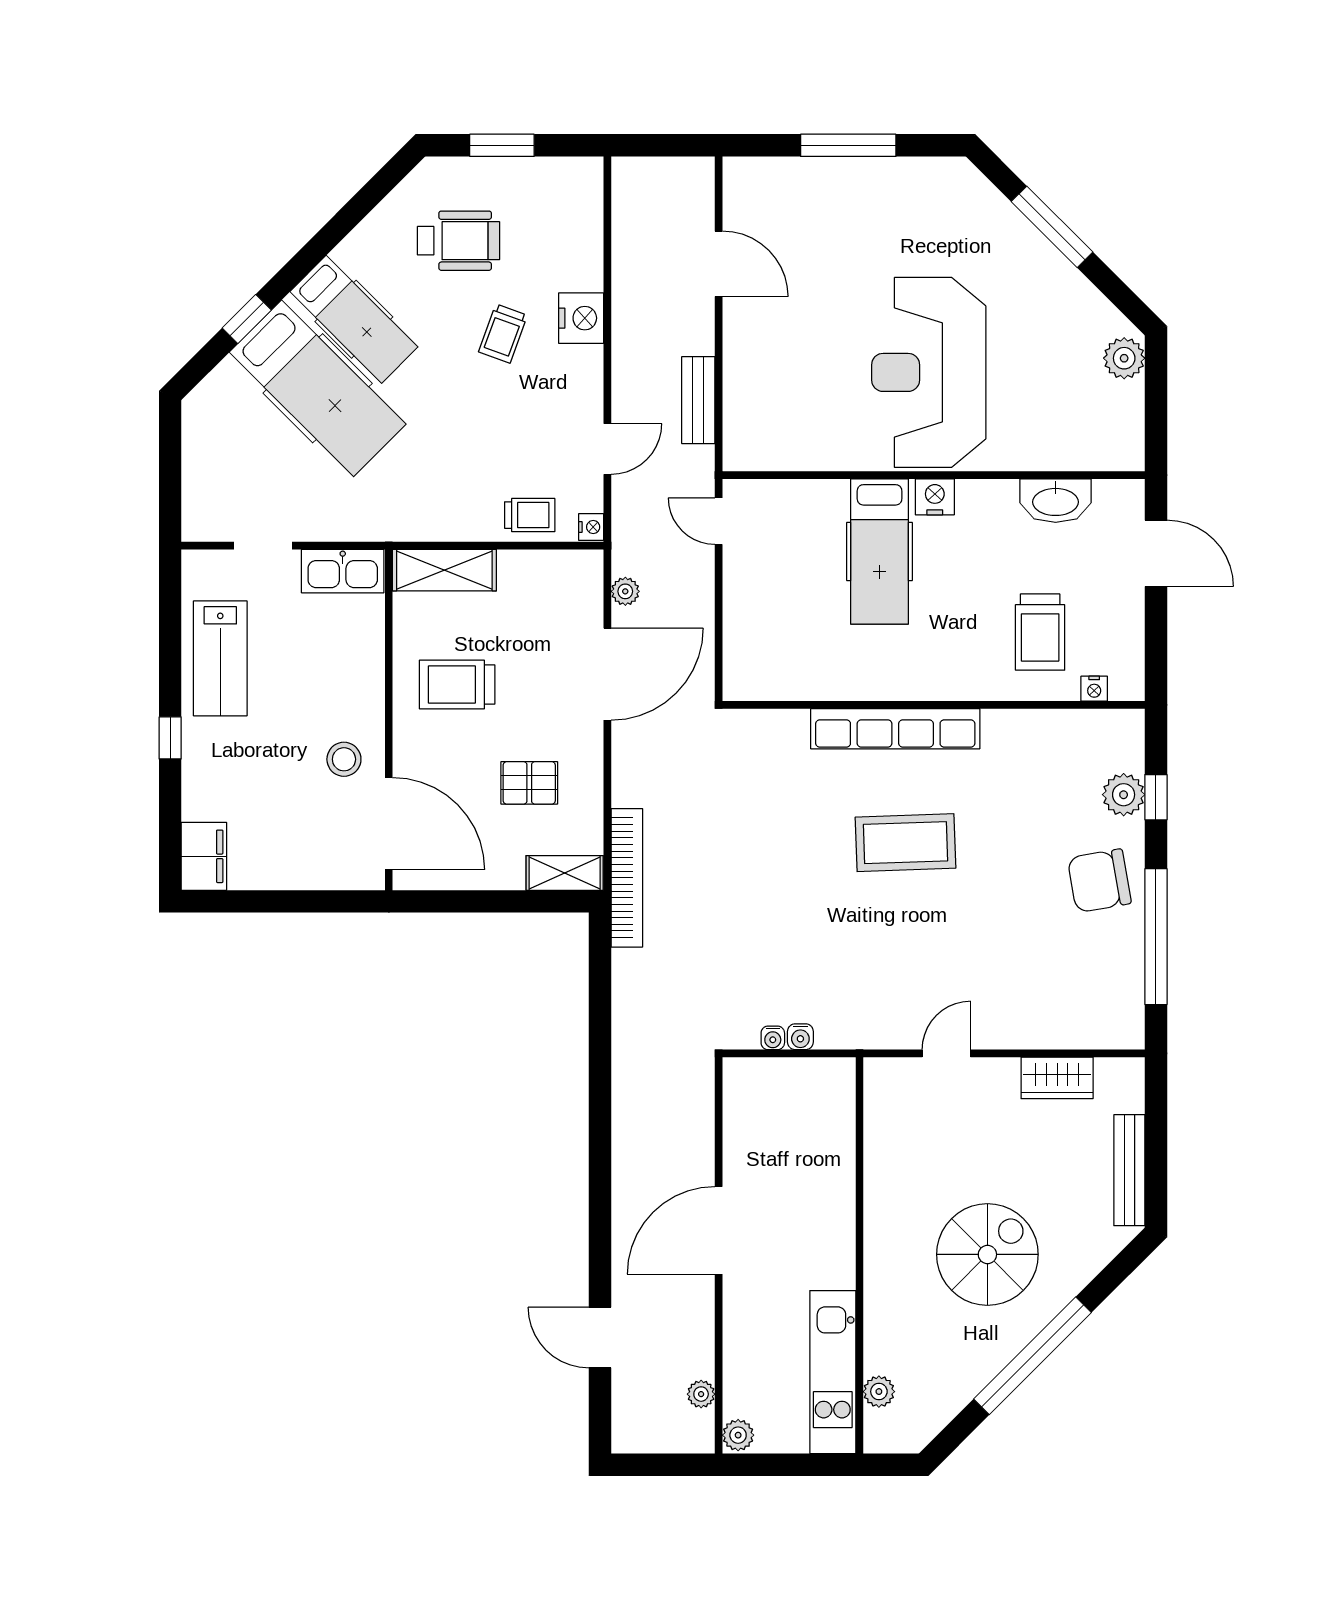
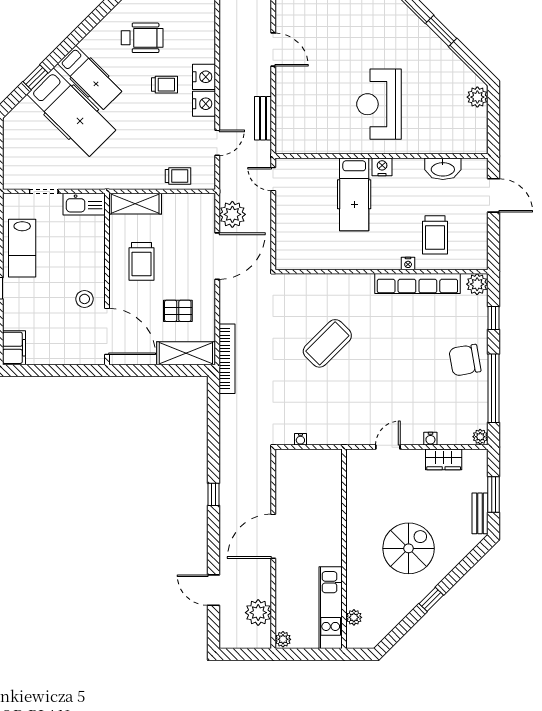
window: (1052, 227) -> (441, 31), width x0.69
trolley: (503, 334) -> (165, 85), turned -110
reception desk: (929, 372) -> (379, 104), width x0.74, depth x0.77
nightstand: (591, 527) -> (204, 104), moved, width x1.89, depth x1.79
plant: (625, 591) -> (232, 214), width x1.87, depth x1.87
trolley: (457, 684) -> (142, 261), turned -90
nightstand: (1094, 689) -> (408, 263), moved
row of seats: (895, 729) -> (417, 284), moved
plant: (1124, 795) -> (477, 284), moved
coffee table: (905, 843) -> (327, 343), moved, turned -43
shelving: (565, 873) -> (186, 353), width x1.50, depth x1.33
plant: (1130, 1033) -> (480, 437), added
water cooler: (800, 1037) -> (430, 439), moved
window: (600, 1147) -> (213, 494), added
window: (1156, 1148) -> (493, 495), added
bench: (1129, 1170) -> (480, 513), width x0.73
window: (1033, 1356) -> (431, 599), width x0.32
plant: (701, 1394) -> (258, 613), width x1.87, depth x1.87

